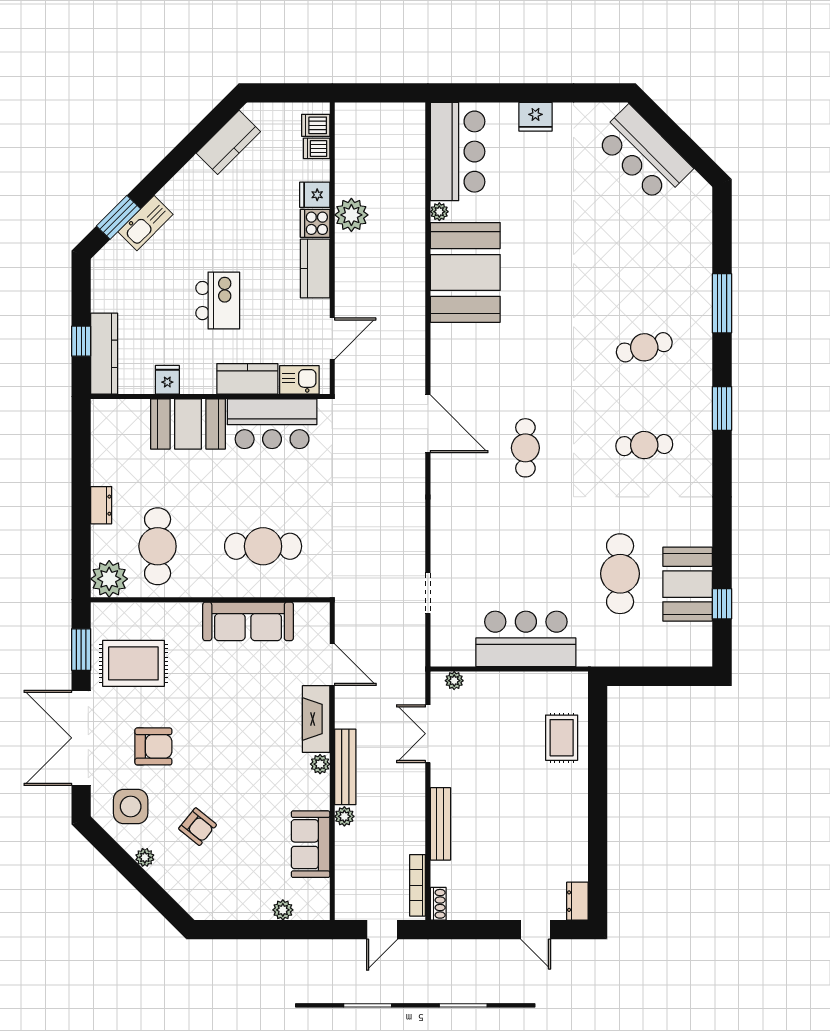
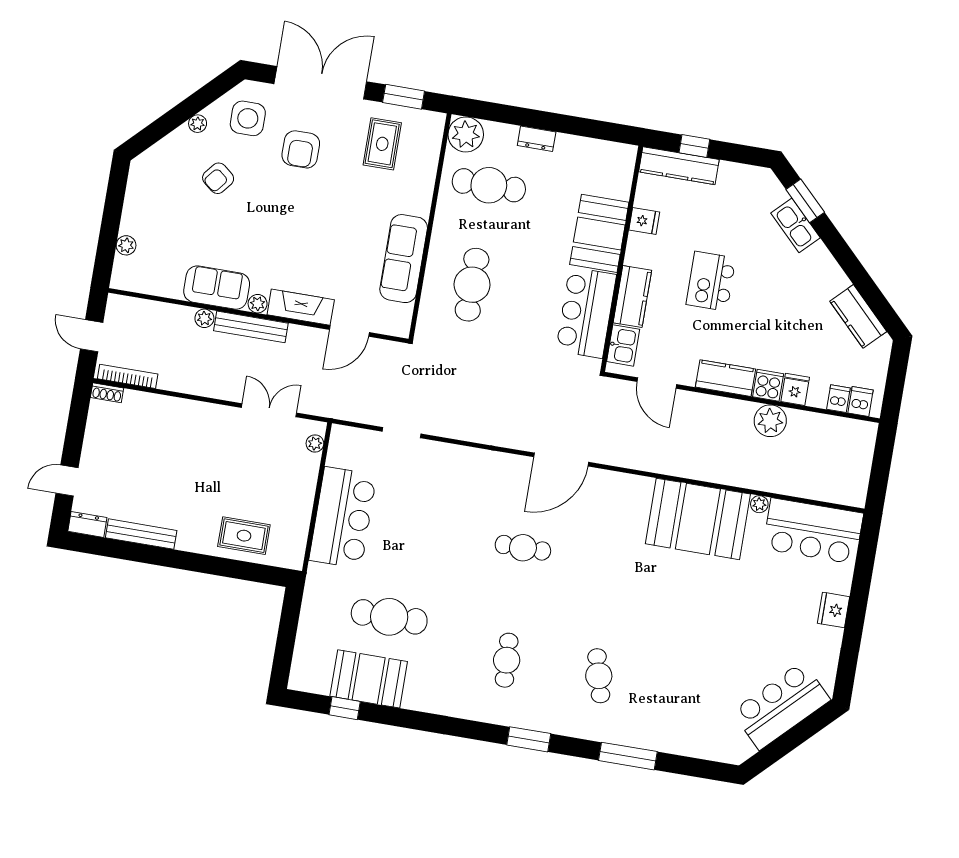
kitchen island: (218, 301) -> (711, 281), turned 90
rug: (133, 663) -> (382, 144), width x0.73, depth x0.70
bench: (440, 824) -> (141, 534), moved
sofa: (311, 844) -> (217, 288), moved

